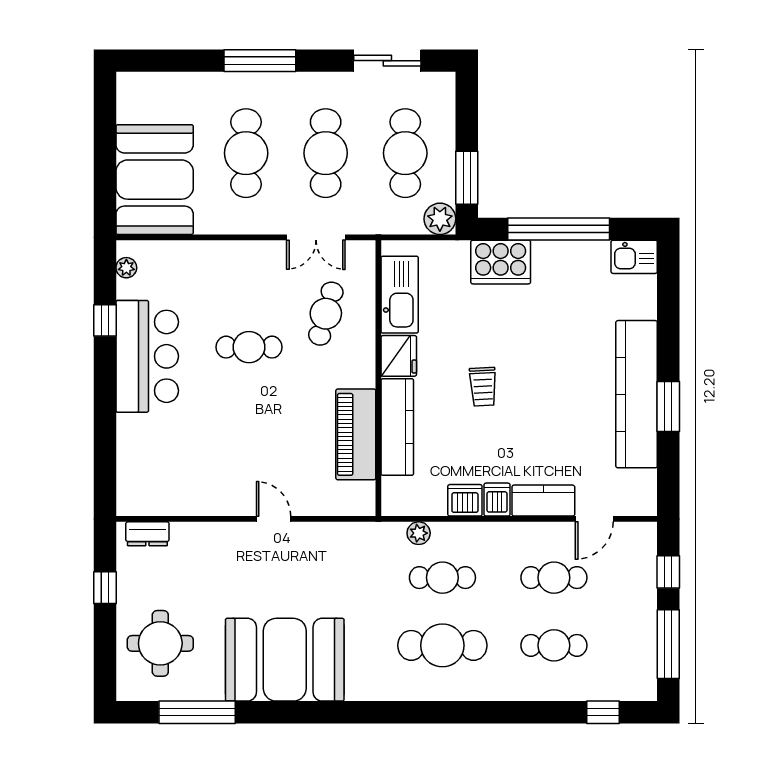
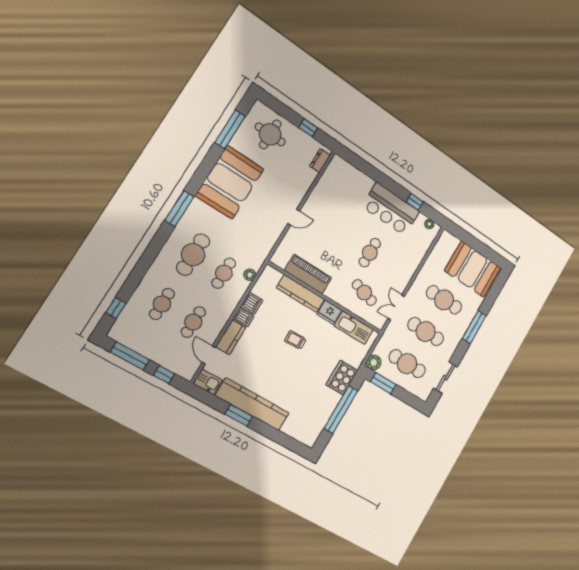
booth: (155, 180) -> (473, 269), moved
kitchen sink: (634, 257) -> (208, 382), moved, turned 90
window: (381, 712) -> (179, 209), added

